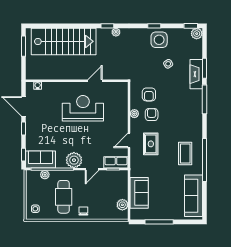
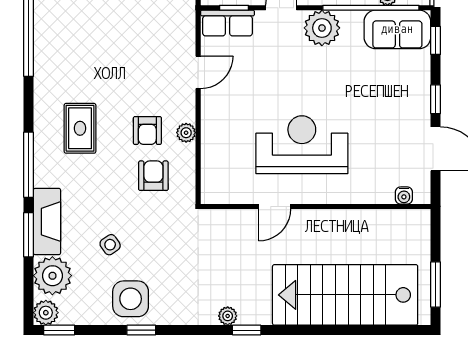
plant: (194, 50) -> (52, 276), added
reception desk: (83, 108) -> (302, 145), turned 180
rug: (151, 144) -> (80, 128), moved
coffee table: (185, 154) -> (72, 43), removed

